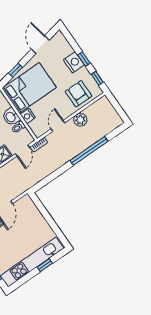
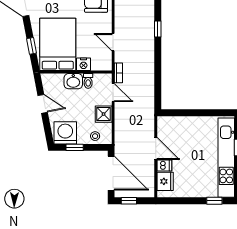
plant: (80, 120) -> (122, 17), removed
window: (89, 151) -> (158, 29), width x0.32

